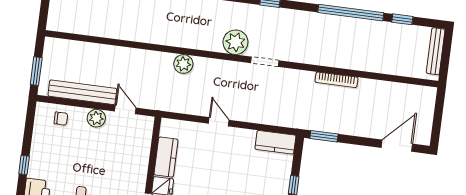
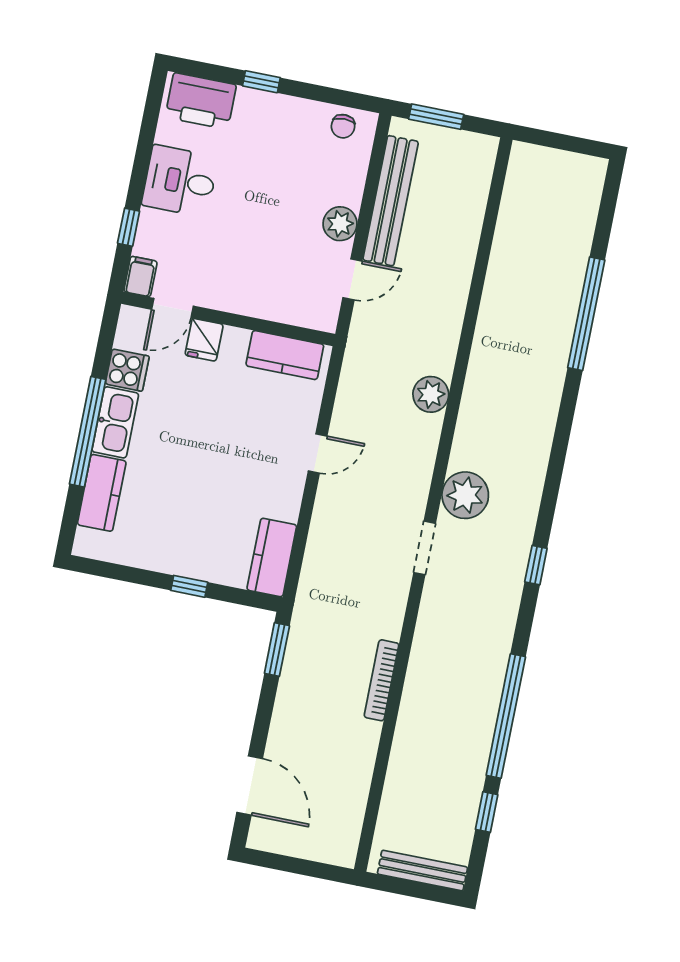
chair: (61, 119) -> (343, 126), moved
kitchen counter: (166, 157) -> (285, 355), moved

